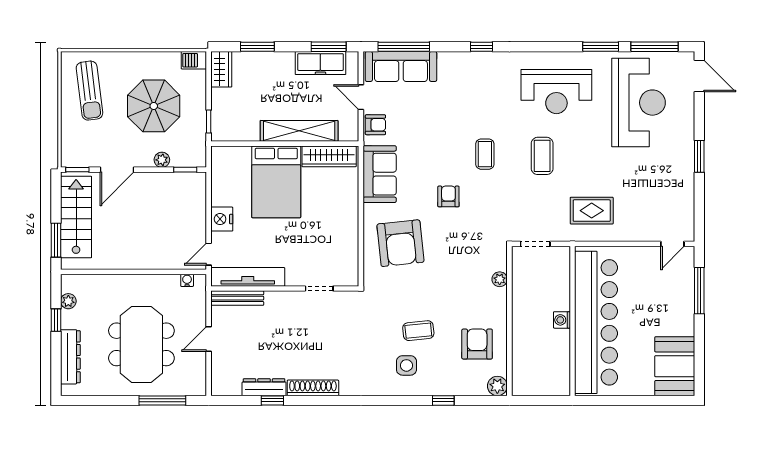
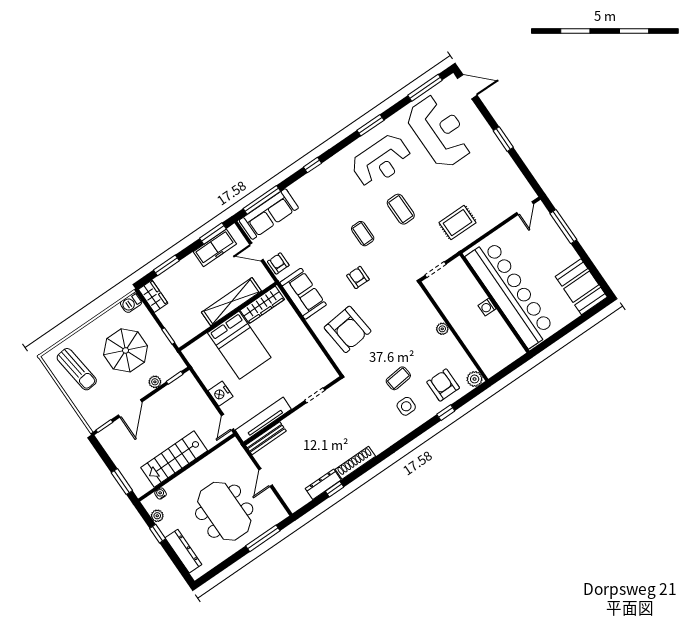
window: (601, 47) -> (370, 125), moved
armchair: (375, 125) -> (278, 263), turned -90
stairs: (76, 217) -> (174, 459), moved, turned -90
plant: (500, 279) -> (442, 329), moved
water cooler: (187, 280) -> (161, 493), moved
armchair: (477, 344) -> (443, 385), moved

